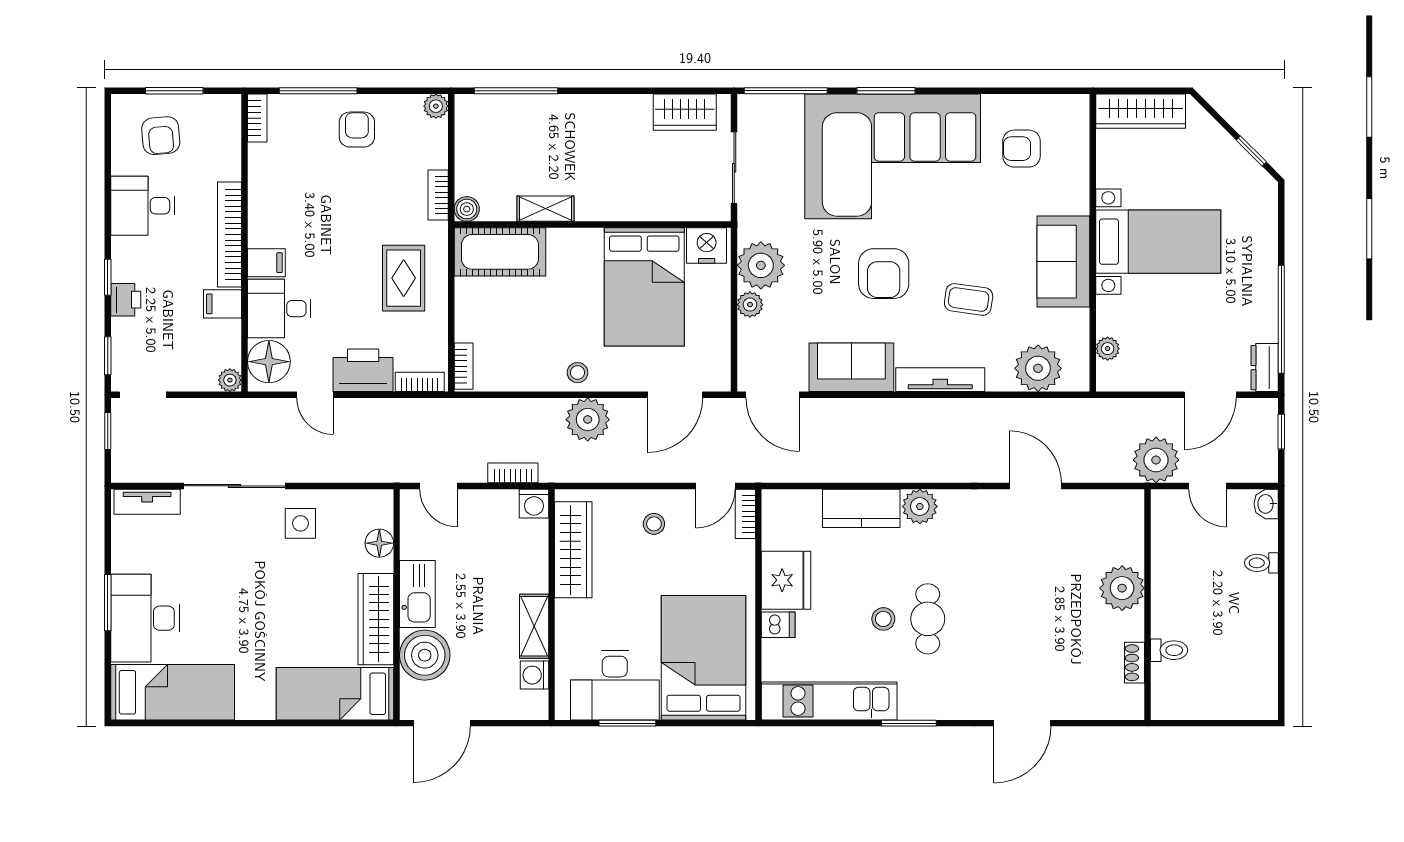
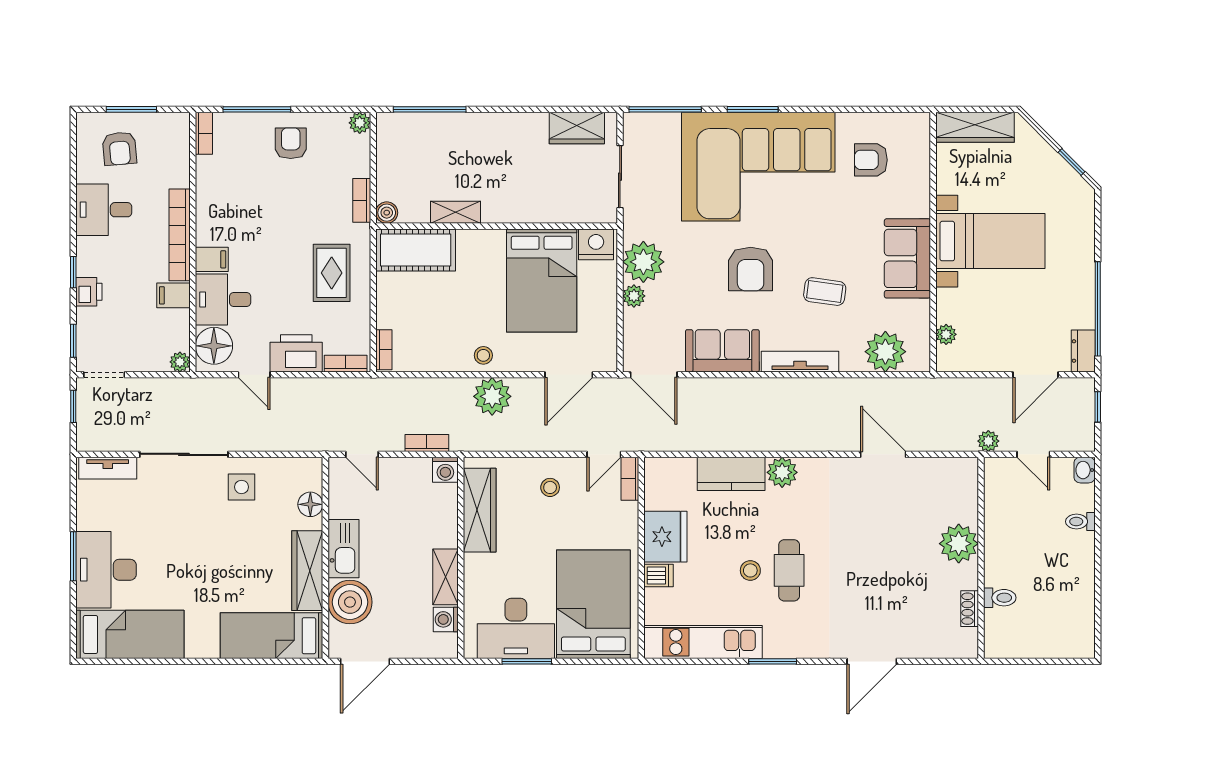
plant: (1156, 460) -> (988, 441), width x0.53, depth x0.53

